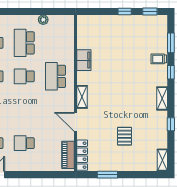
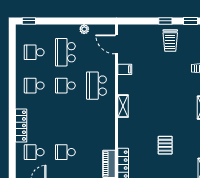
trolley: (130, 31) -> (170, 40), added
filing cabinet: (84, 60) -> (125, 69), width x0.50
door: (75, 122) -> (116, 44), moved

